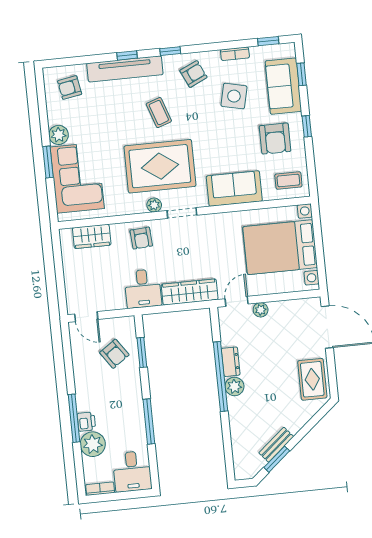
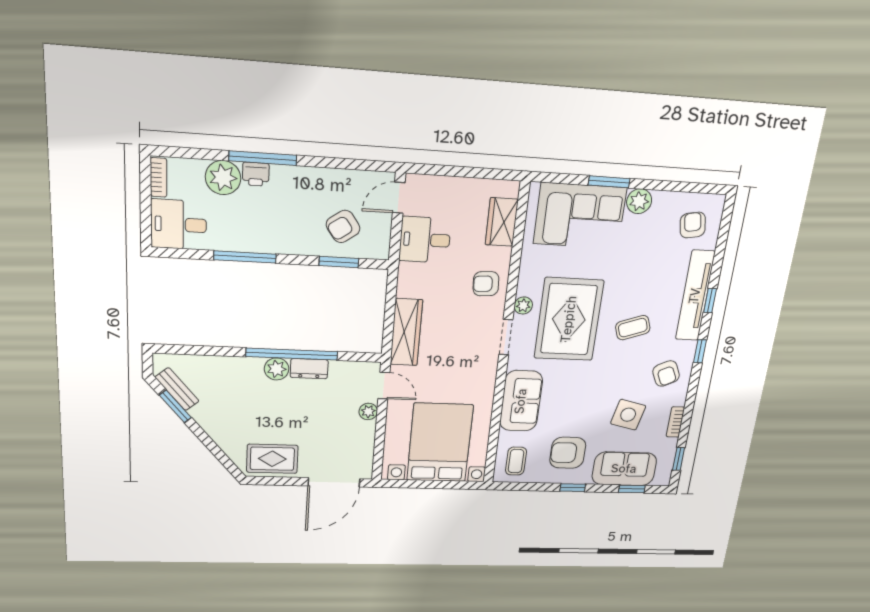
desk: (143, 289) -> (425, 240), moved
bench: (276, 445) -> (177, 389), moved

